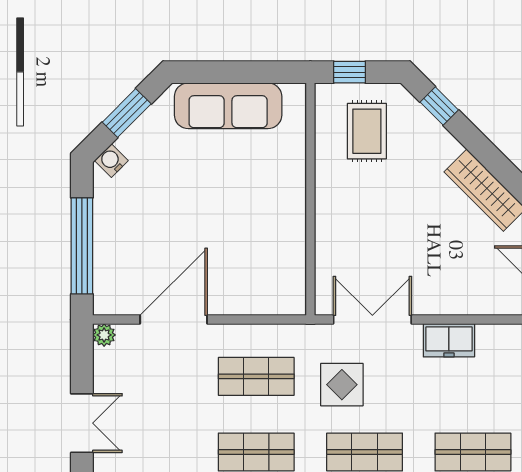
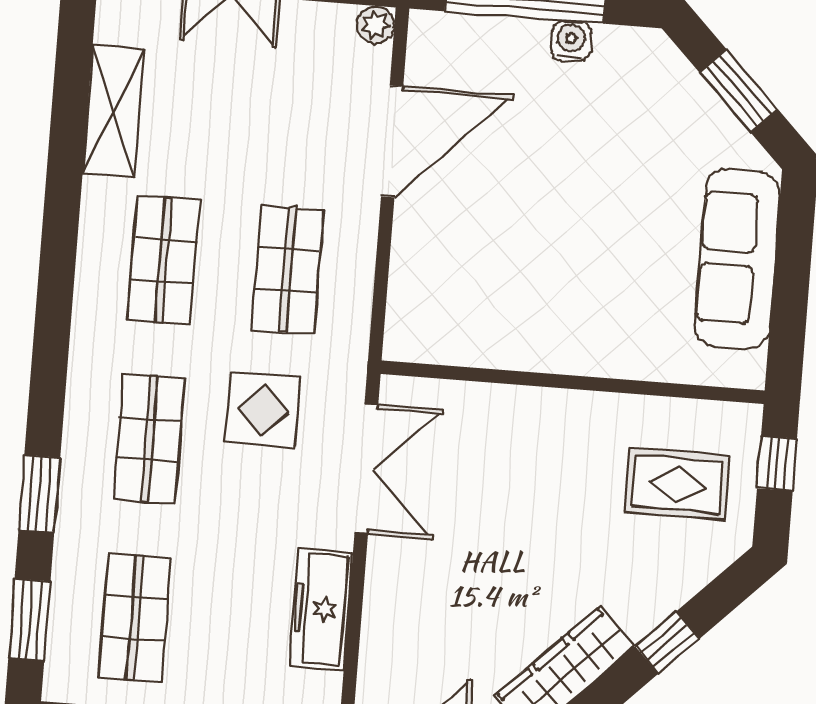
window: (439, 106) -> (668, 642), moved
water cooler: (111, 161) -> (571, 41), moved, turned -45
door: (174, 320) -> (392, 141), hinge flipped
freezer: (449, 340) -> (321, 609), width x1.40

